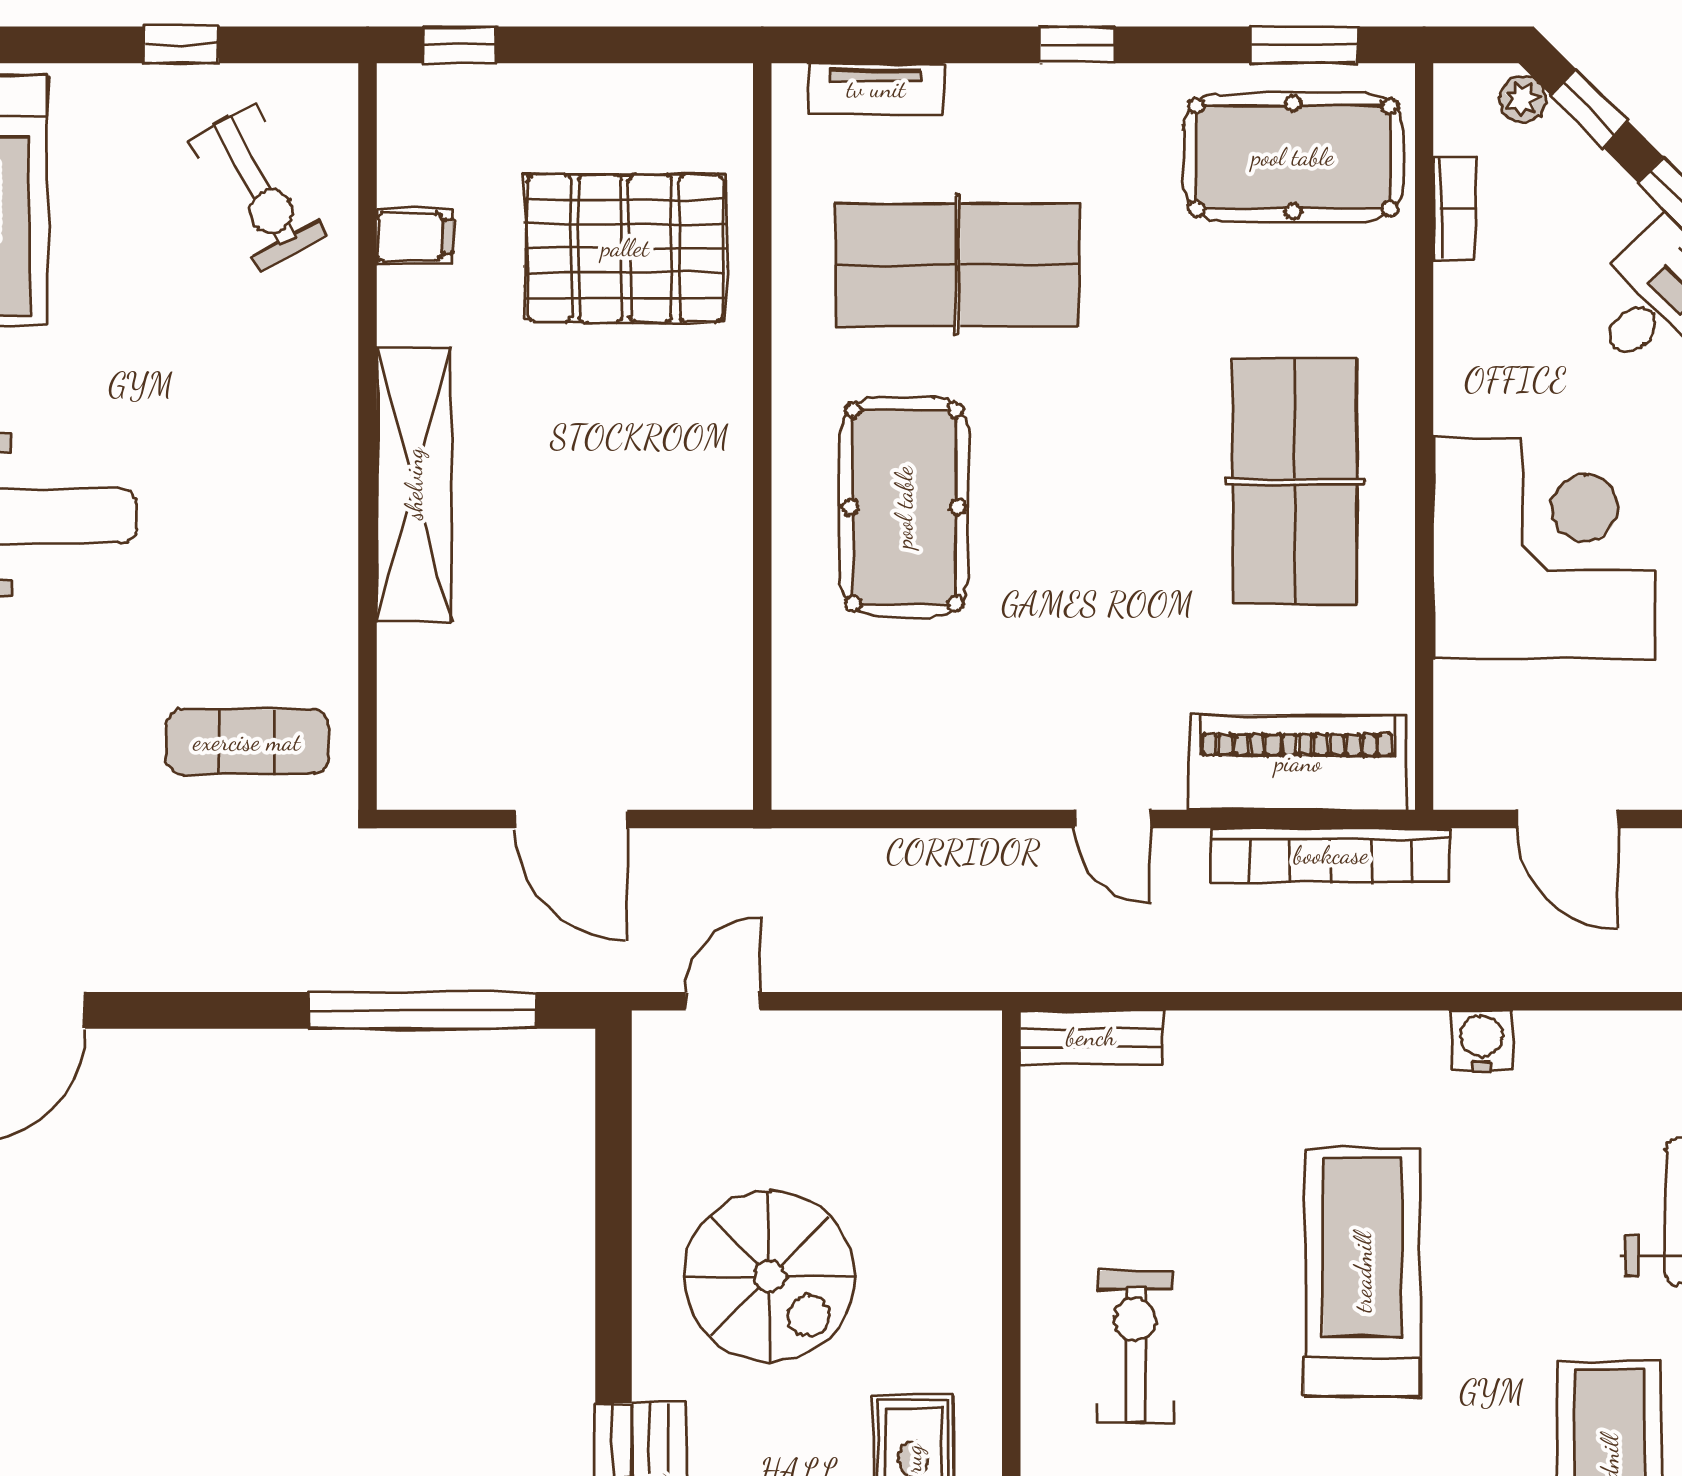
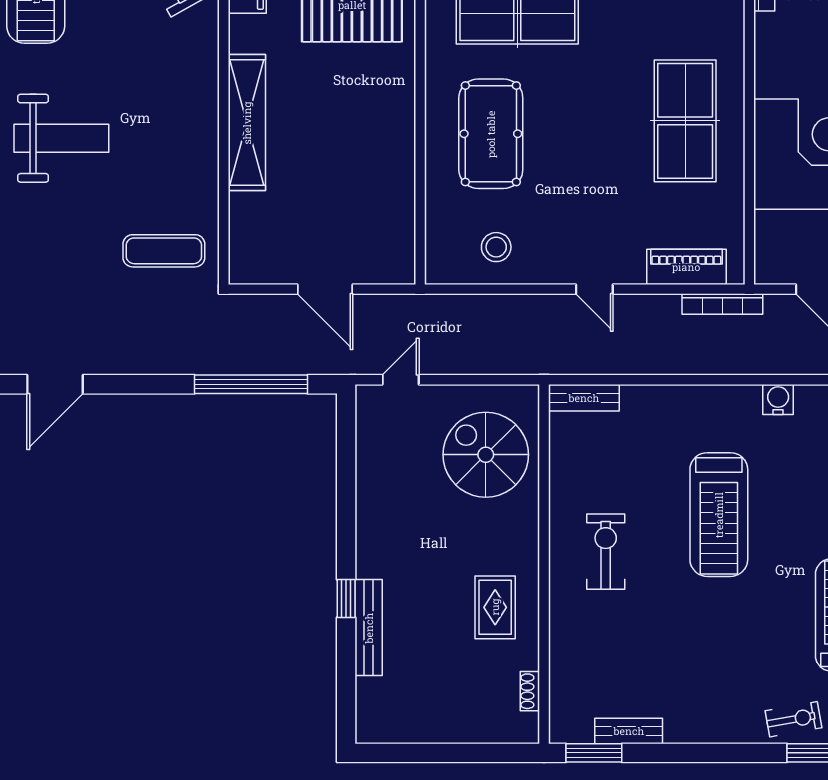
stool: (915, 735) -> (496, 247), added
piano: (1298, 763) -> (686, 267), width x0.73, depth x0.75
bookcase: (1331, 855) -> (722, 304), width x0.68, depth x0.76
treadmill: (1363, 1272) -> (719, 515), turned 180
spiral stairs: (770, 1276) -> (486, 455), moved, turned 180

